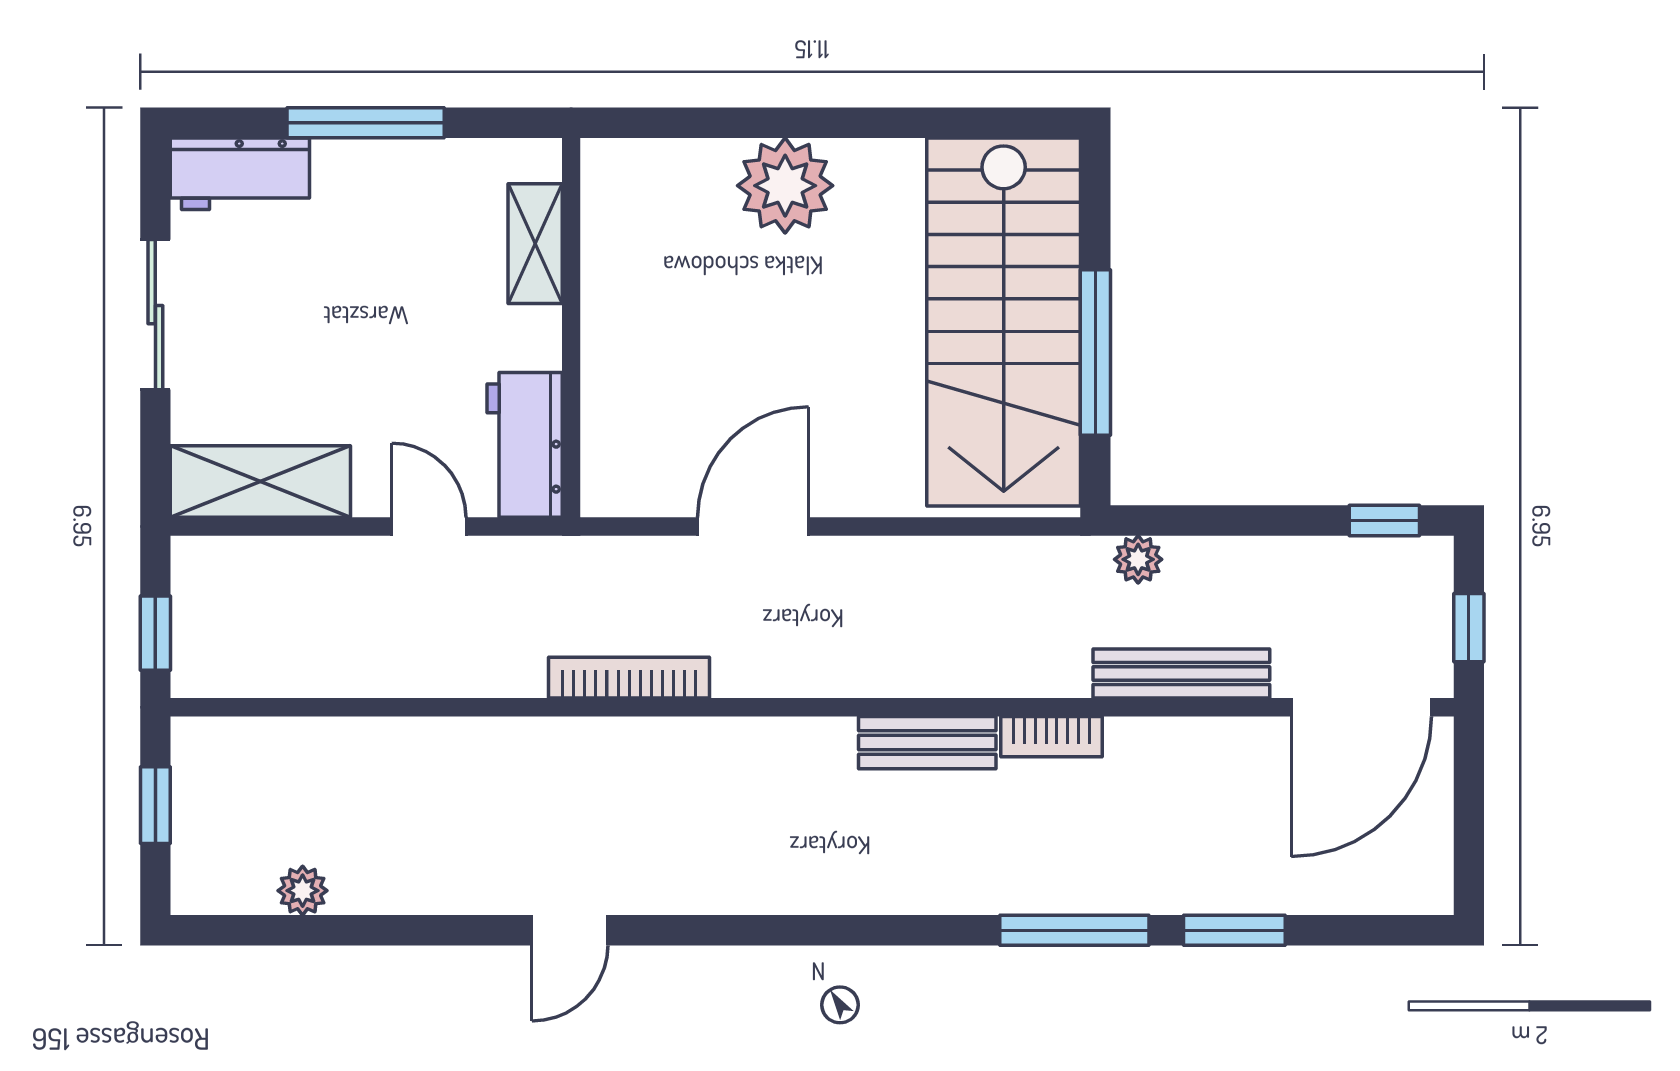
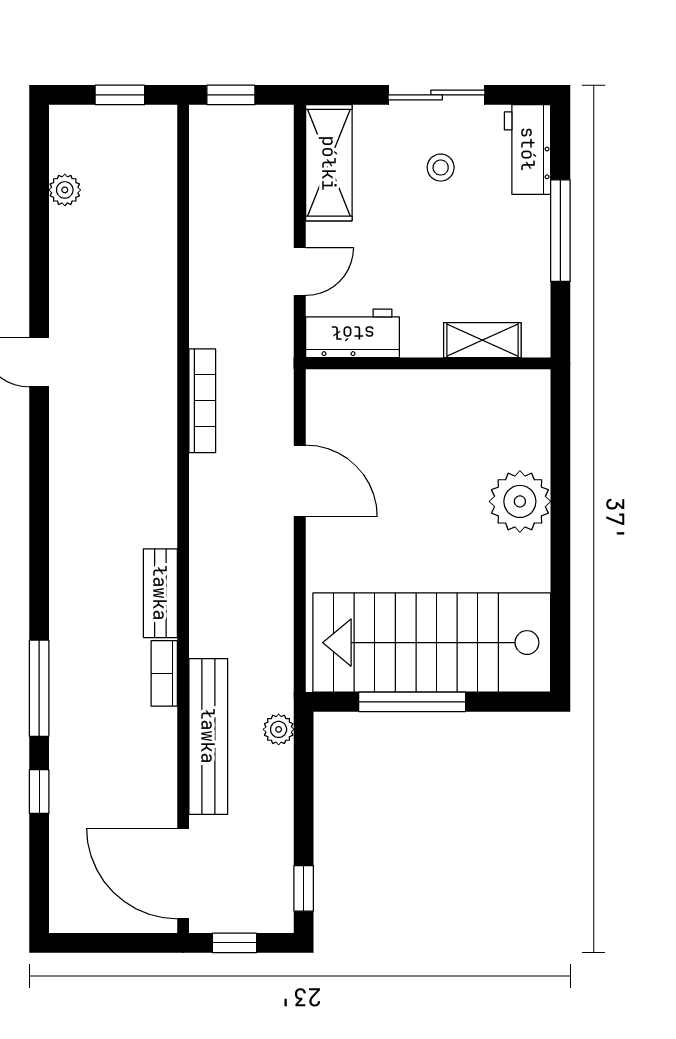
stool: (268, 308) -> (441, 168), added
bench: (1181, 673) -> (208, 736), width x1.37, depth x1.21
window: (1234, 930) -> (39, 792), width x0.67

